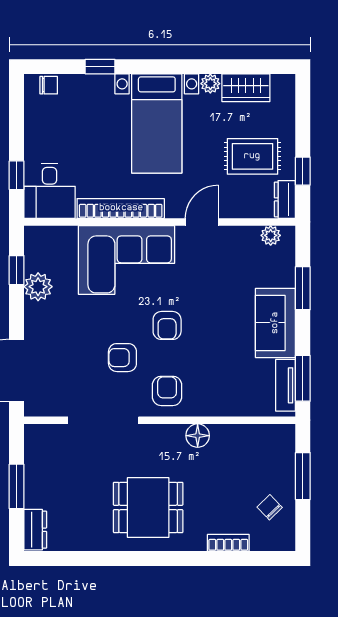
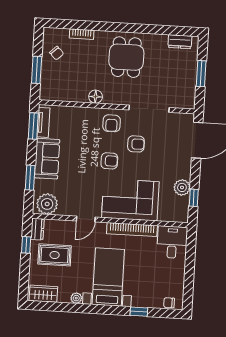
wardrobe: (246, 88) -> (43, 294), moved
window: (17, 175) -> (191, 252), removed
plant: (271, 235) -> (47, 204), width x1.87, depth x1.87
armchair: (167, 325) -> (109, 161), turned 90
dining table: (148, 507) -> (126, 57), turned 90
dresser: (35, 530) -> (180, 42), moved, turned -90

